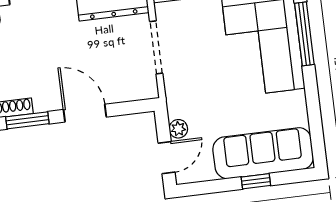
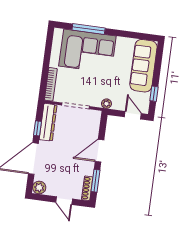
plant: (178, 129) -> (106, 104), moved
window: (256, 181) -> (154, 94), moved

